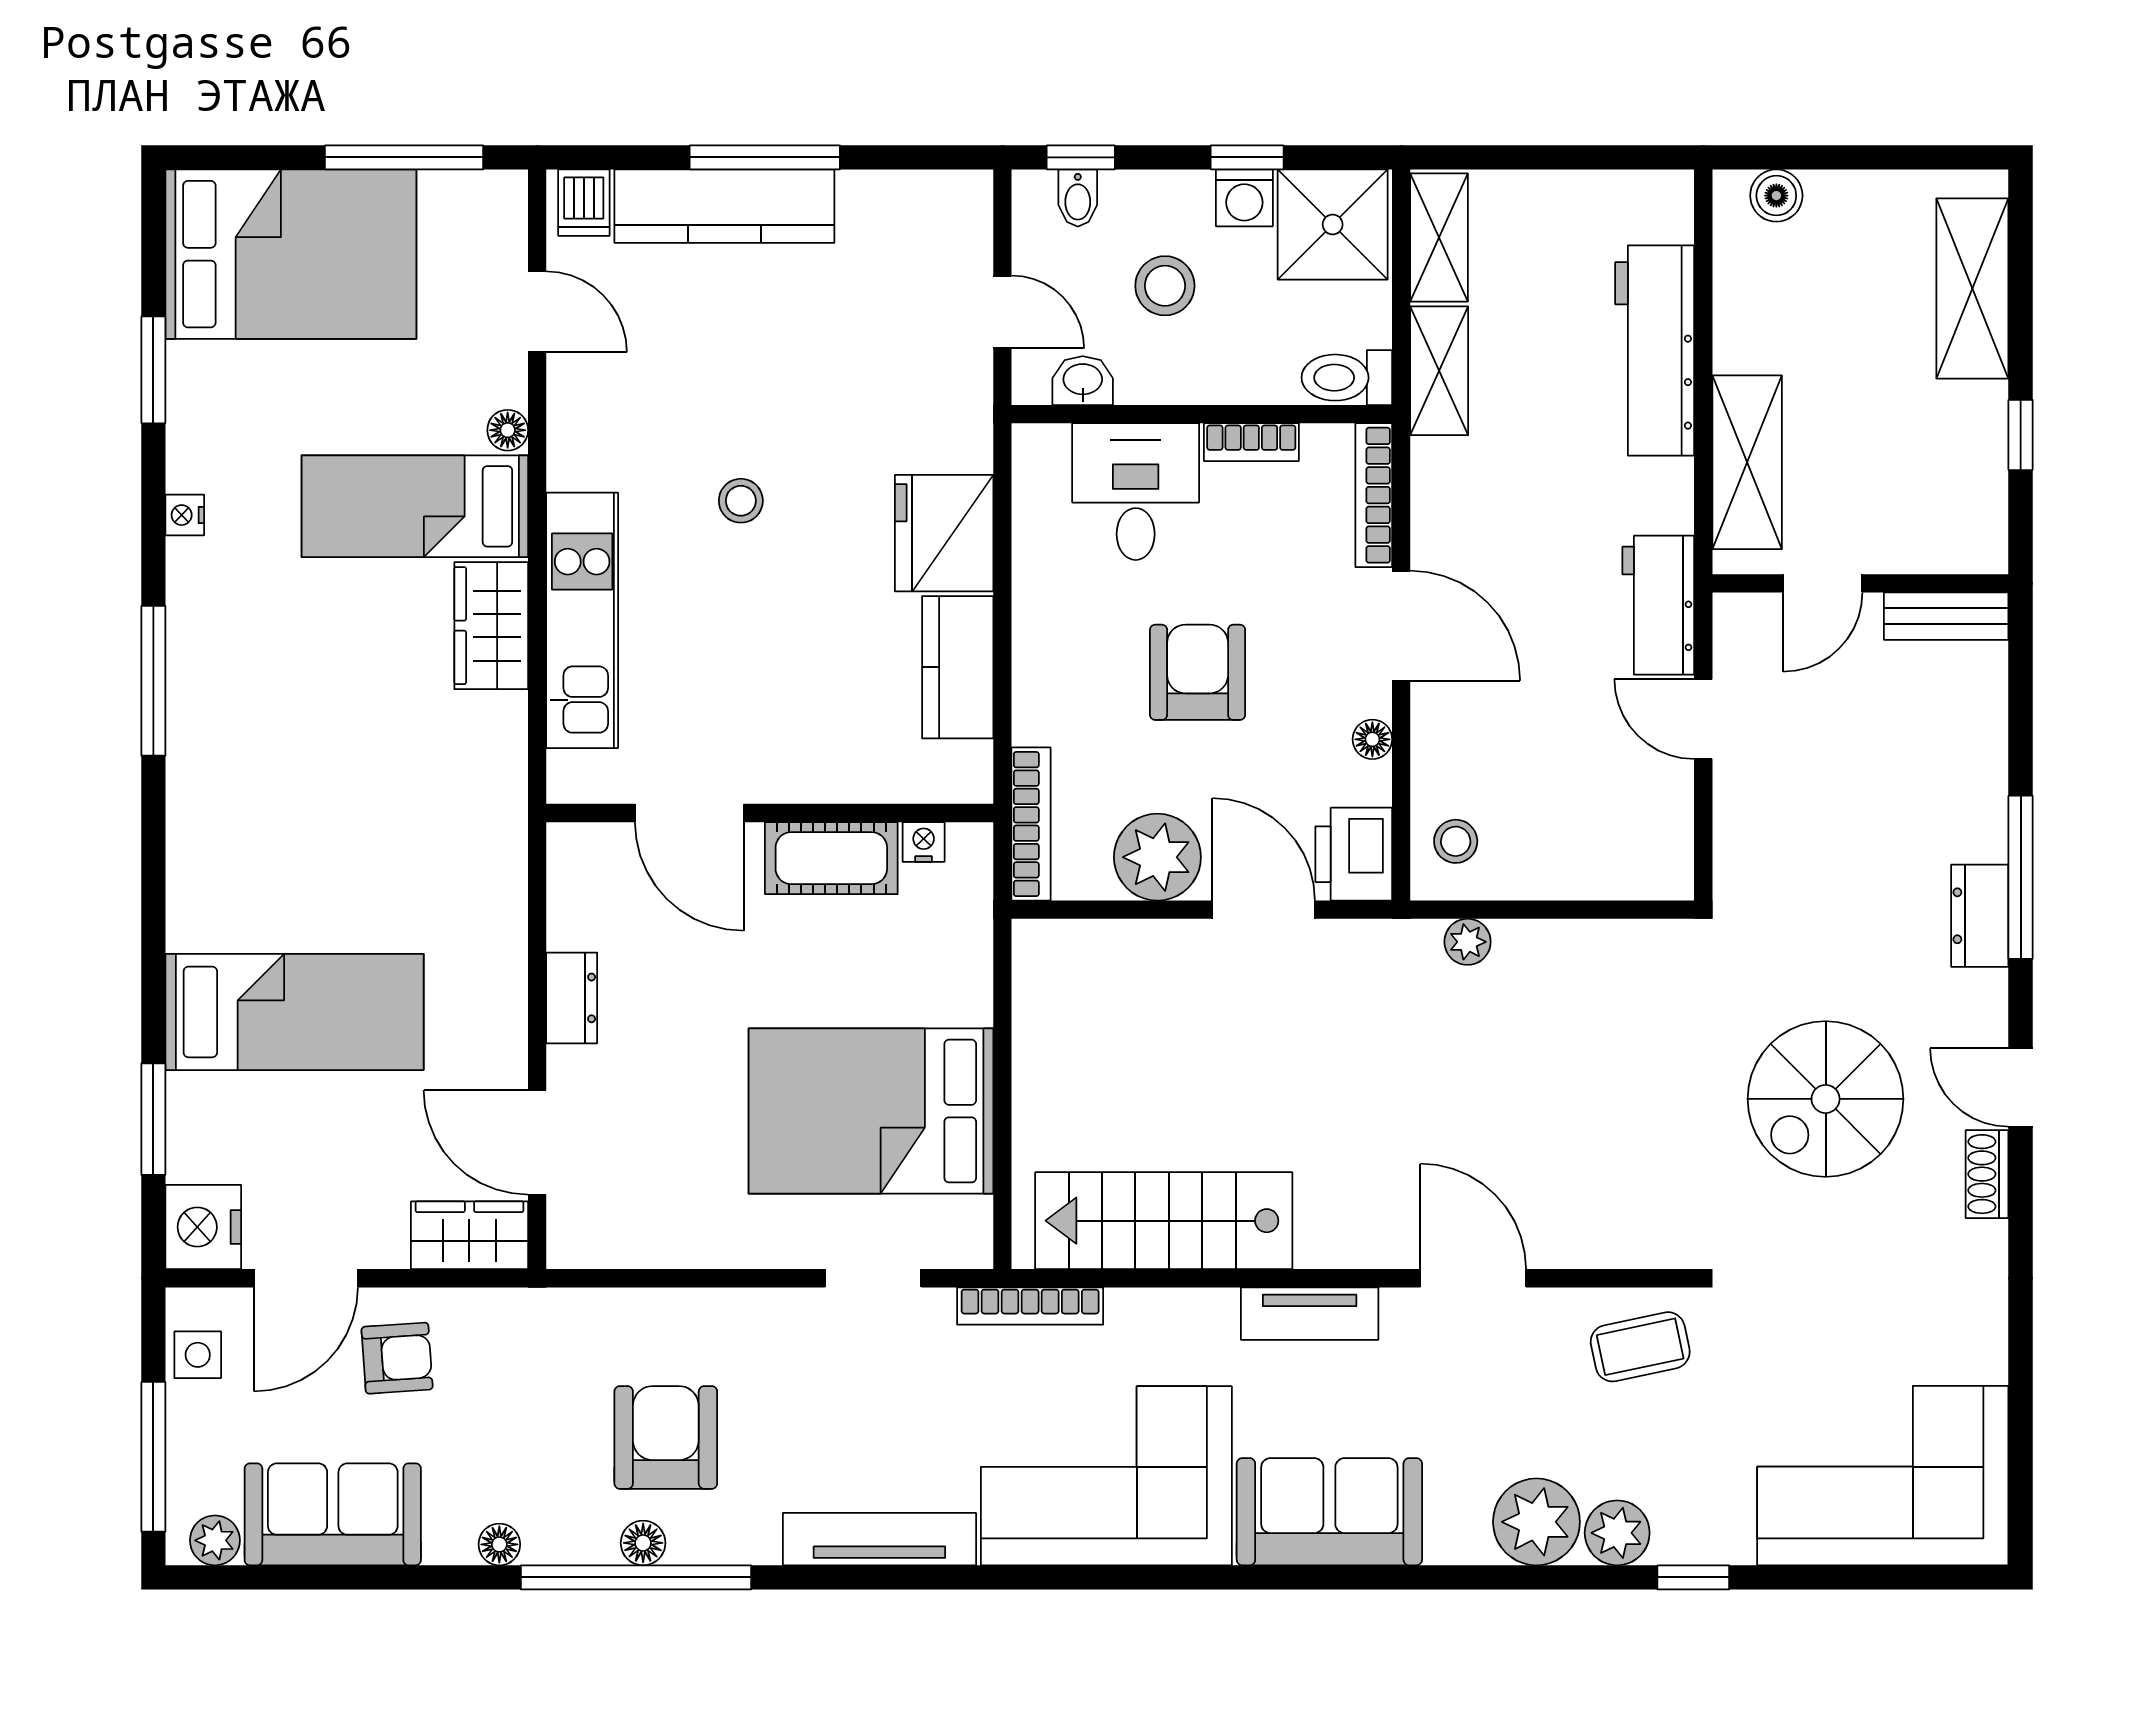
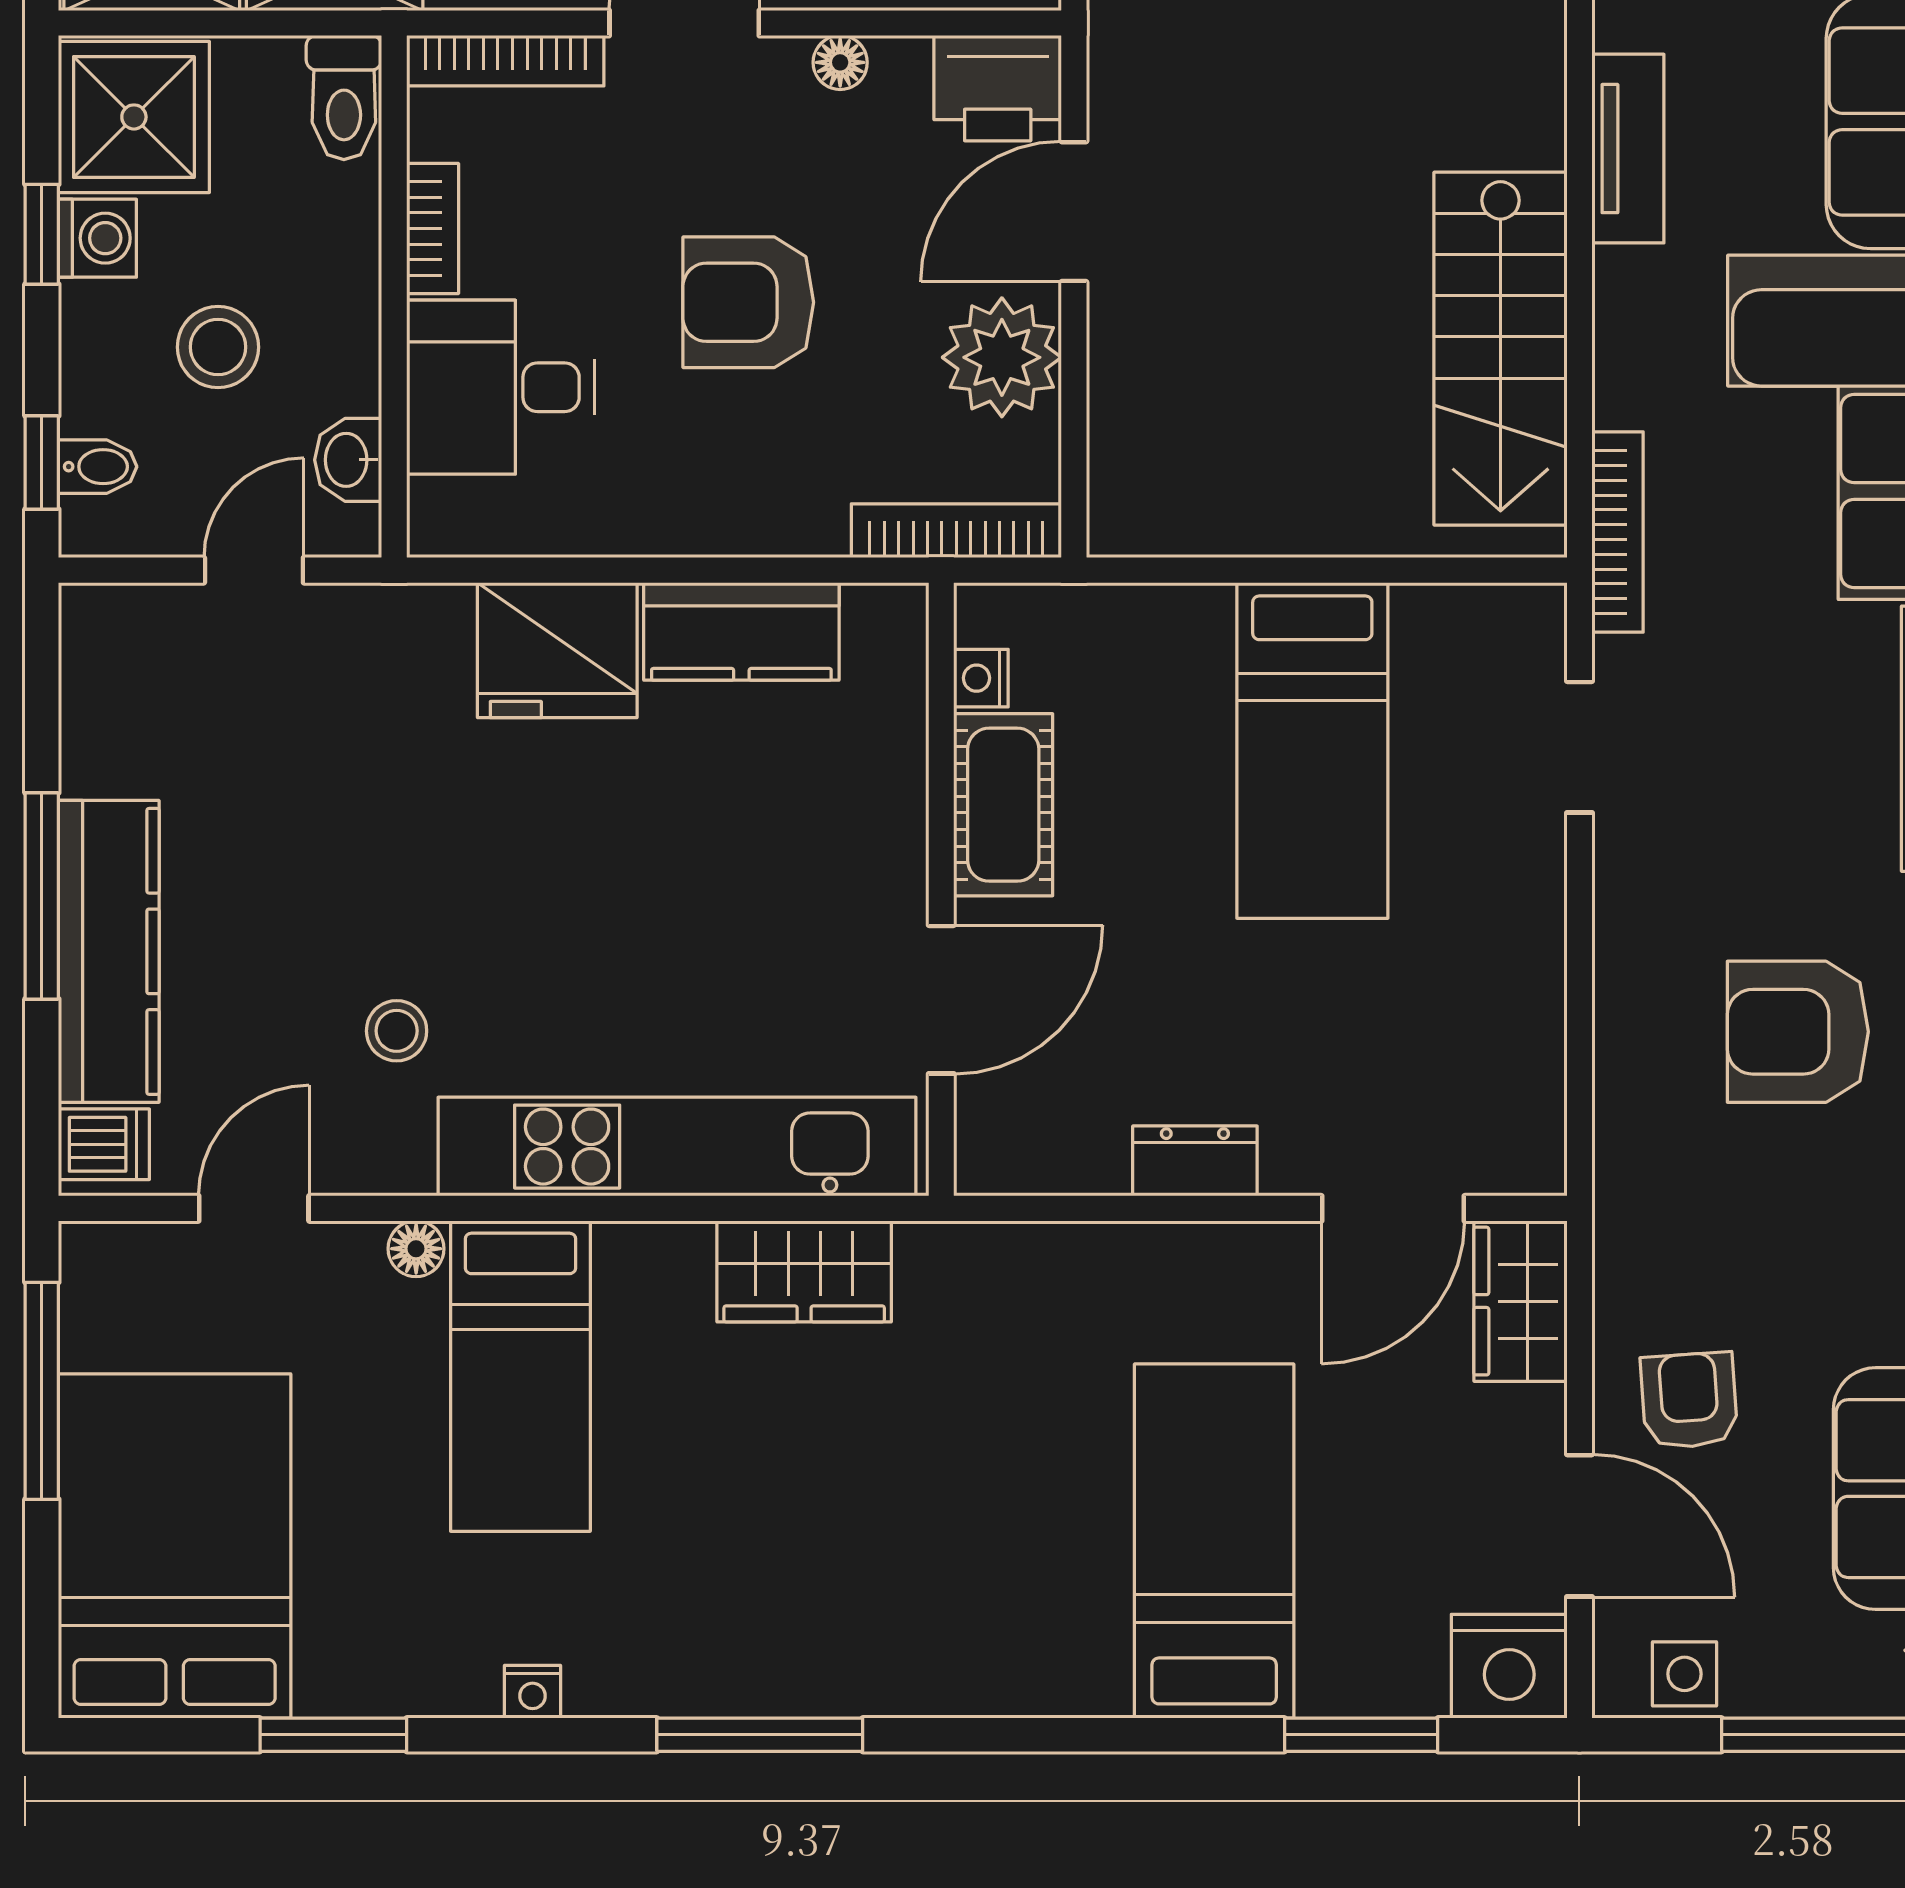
stool: (741, 501) -> (397, 1031), moved
kitchen unit: (582, 620) -> (677, 1147), width x1.36
wardrobe: (491, 626) -> (804, 1271), moved
bed: (871, 1111) -> (1312, 750), width x0.67

